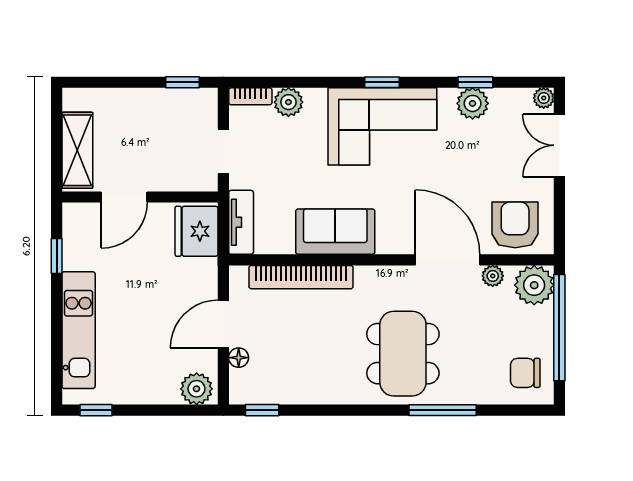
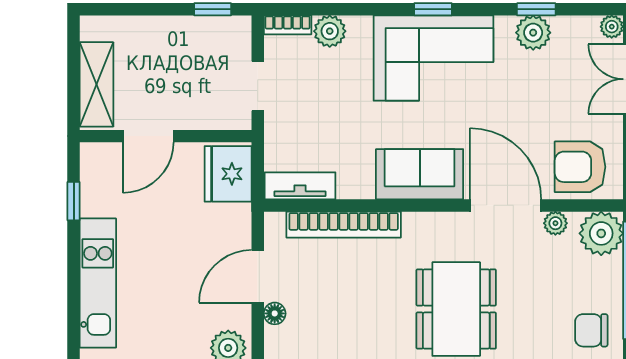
tv unit: (241, 222) -> (300, 186), moved, turned -90
armchair: (515, 225) -> (580, 167), turned -90
sofa: (335, 232) -> (420, 174), moved

